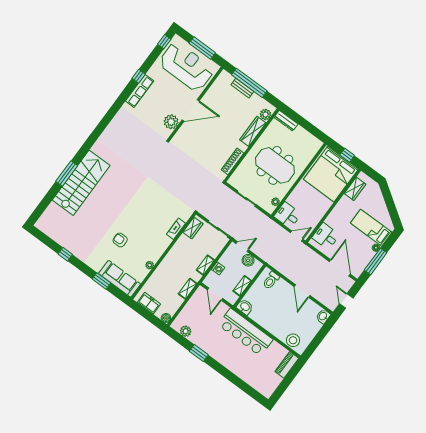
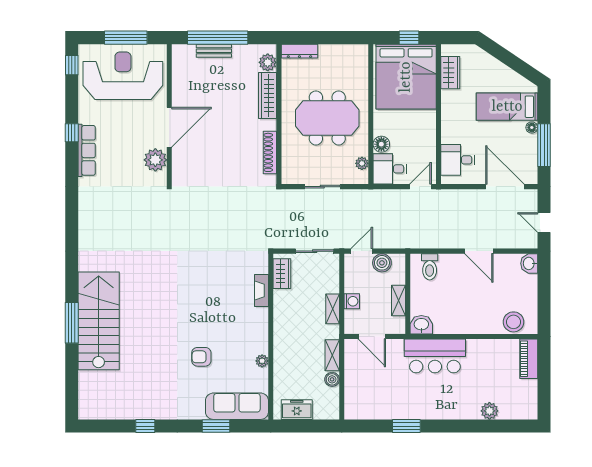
floor lamp: (293, 199) -> (381, 144), added
boiler: (166, 318) -> (332, 379), moved
plant: (186, 331) -> (489, 411), moved
bar counter: (246, 332) -> (435, 356), width x0.73

